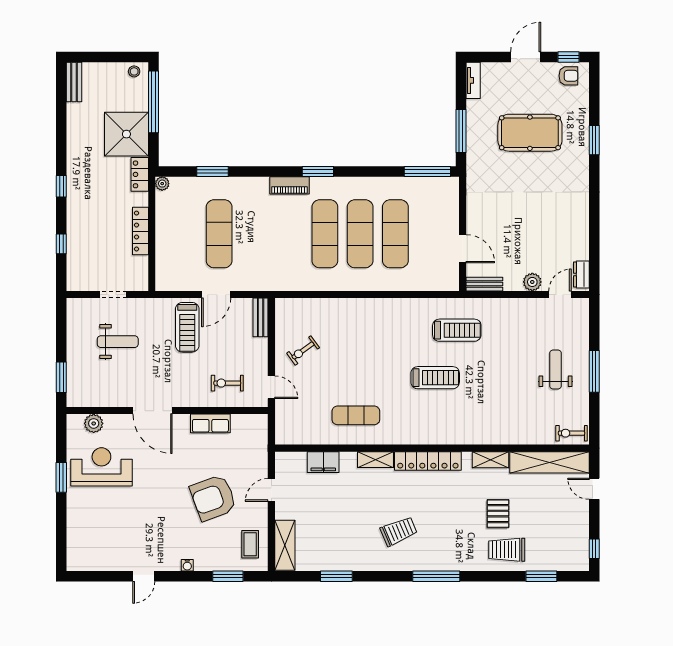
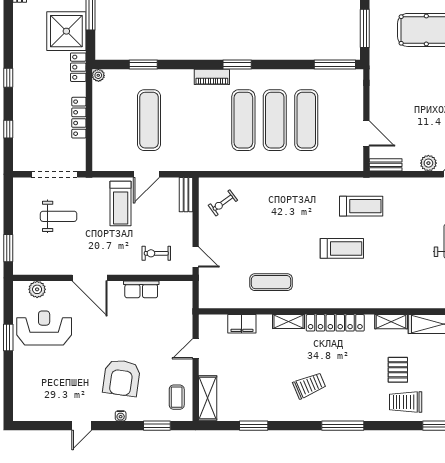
doorway: (113, 294) -> (54, 174), width x1.88
exercise bike: (303, 350) -> (223, 203), moved
armchair: (213, 498) -> (122, 378), moved, turned -62

